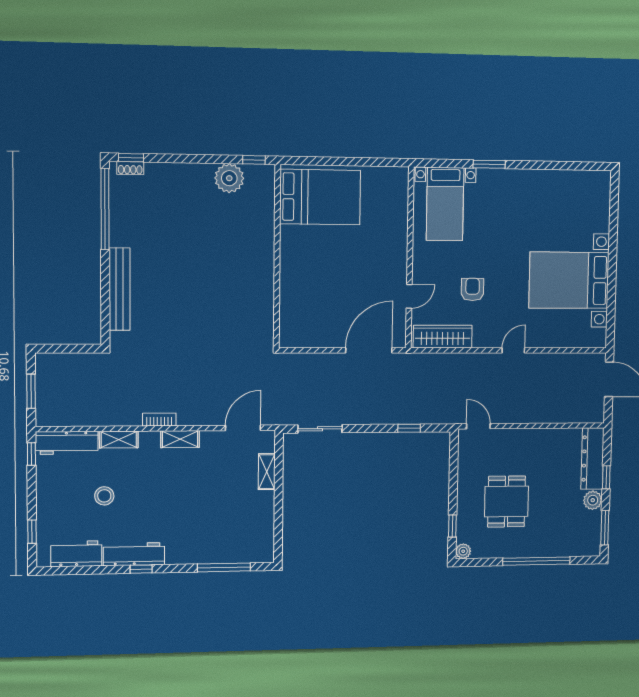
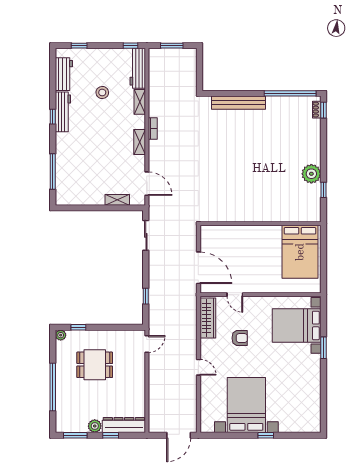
bed: (320, 197) -> (300, 252), moved
bed with nightstands: (445, 204) -> (297, 325), width x1.36
window: (613, 252) -> (266, 435), added
wall: (277, 257) -> (261, 224), moved

